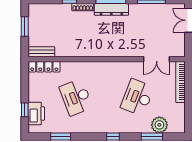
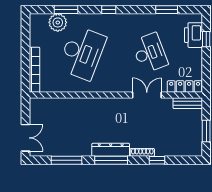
double door: (157, 59) -> (147, 95), moved
desk: (137, 97) -> (82, 53), width x1.36, depth x1.30

